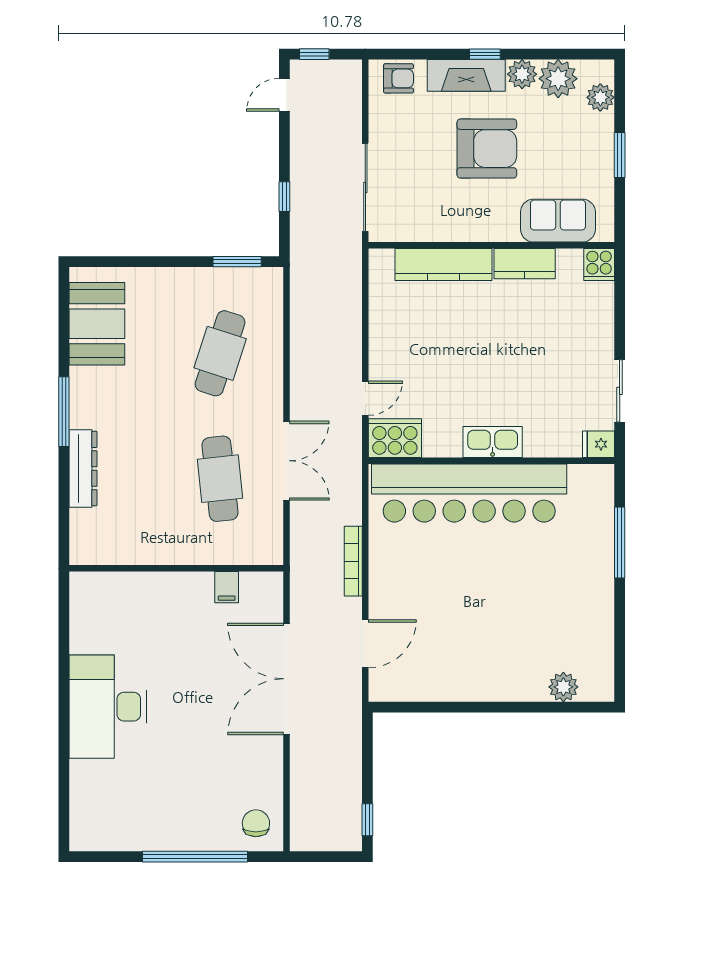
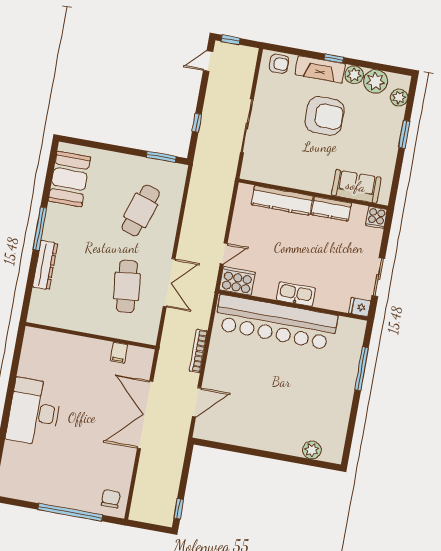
sofa: (558, 221) -> (356, 186), moved
wall: (491, 245) -> (313, 194), moved
kitchen counter: (525, 264) -> (331, 209), moved
kitchen counter: (444, 265) -> (282, 200), moved
cooker: (599, 265) -> (376, 217), moved

